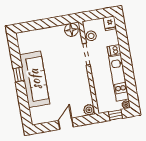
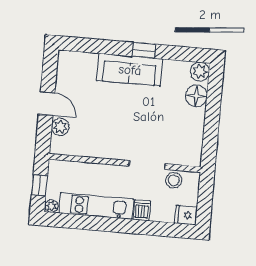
floor lamp: (71, 30) -> (196, 96), moved
plant: (22, 38) -> (200, 72), added
sofa: (35, 79) -> (130, 70), width x0.74, depth x0.79
plant: (89, 110) -> (60, 127), moved

